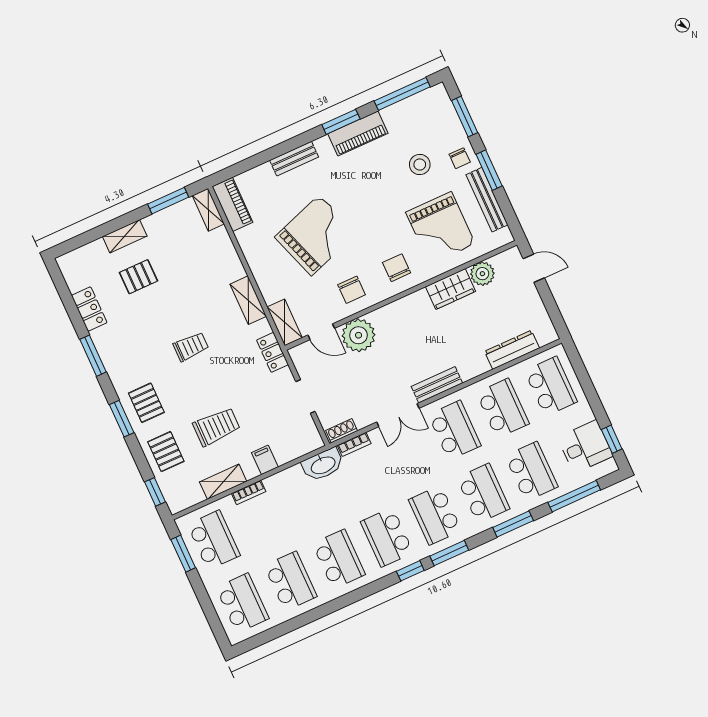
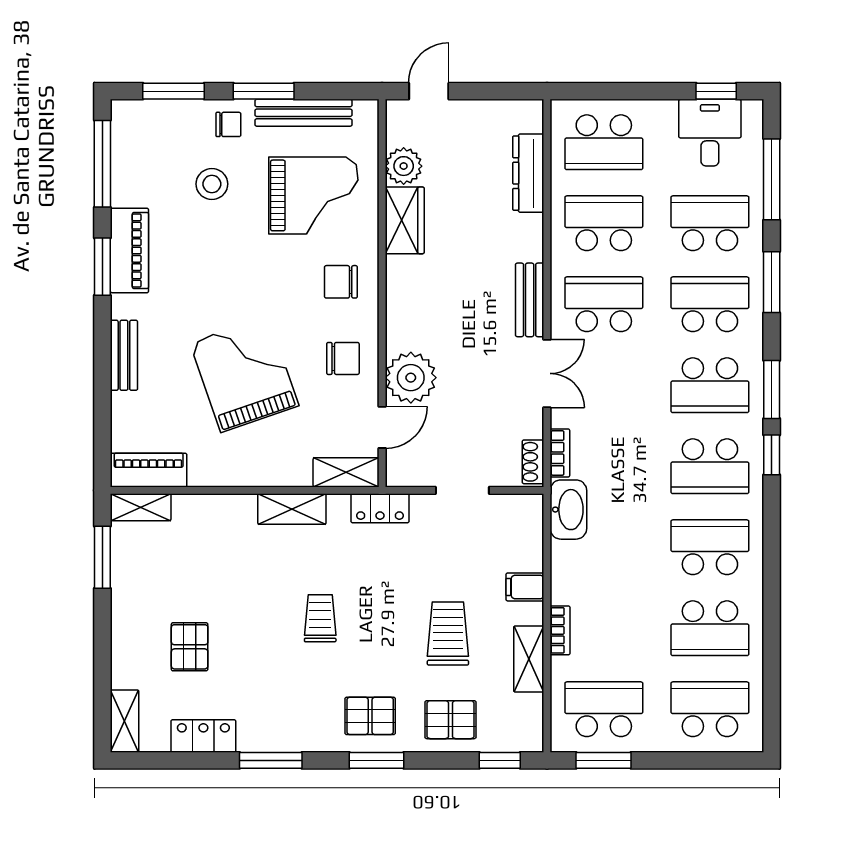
shelving: (125, 236) -> (125, 721), moved
school desk: (551, 386) -> (604, 142), turned 180
school desk: (291, 581) -> (710, 628), turned 180

